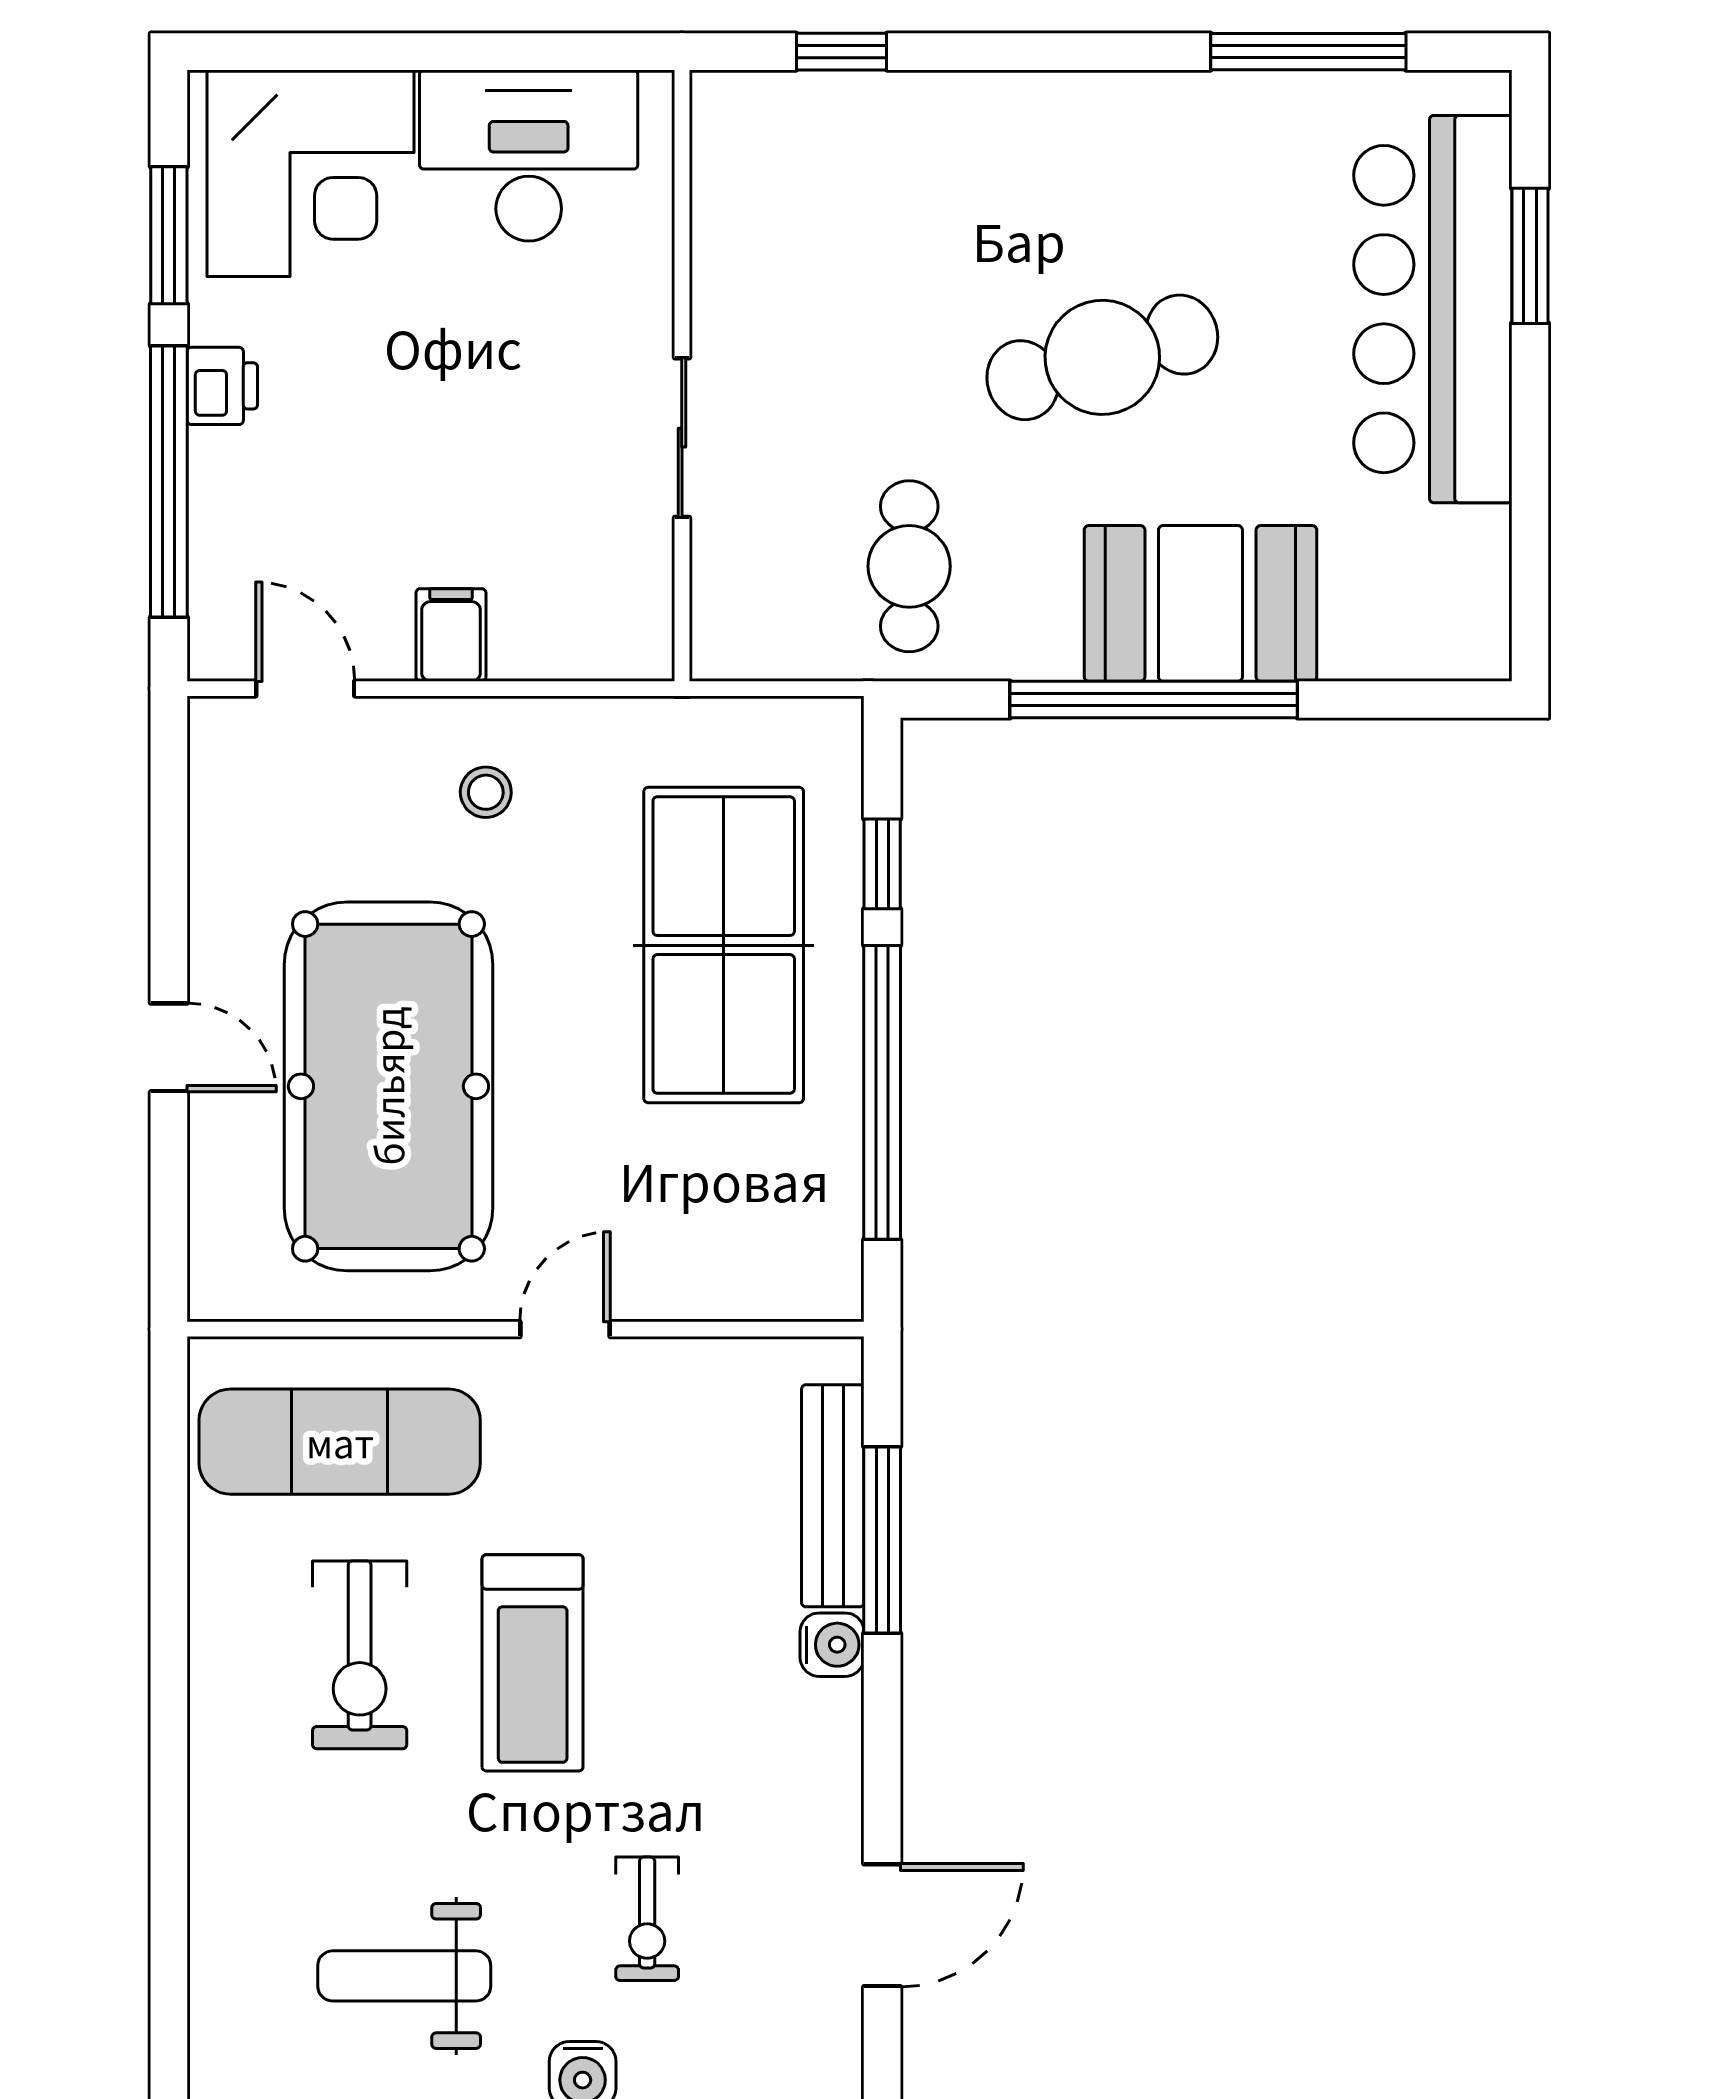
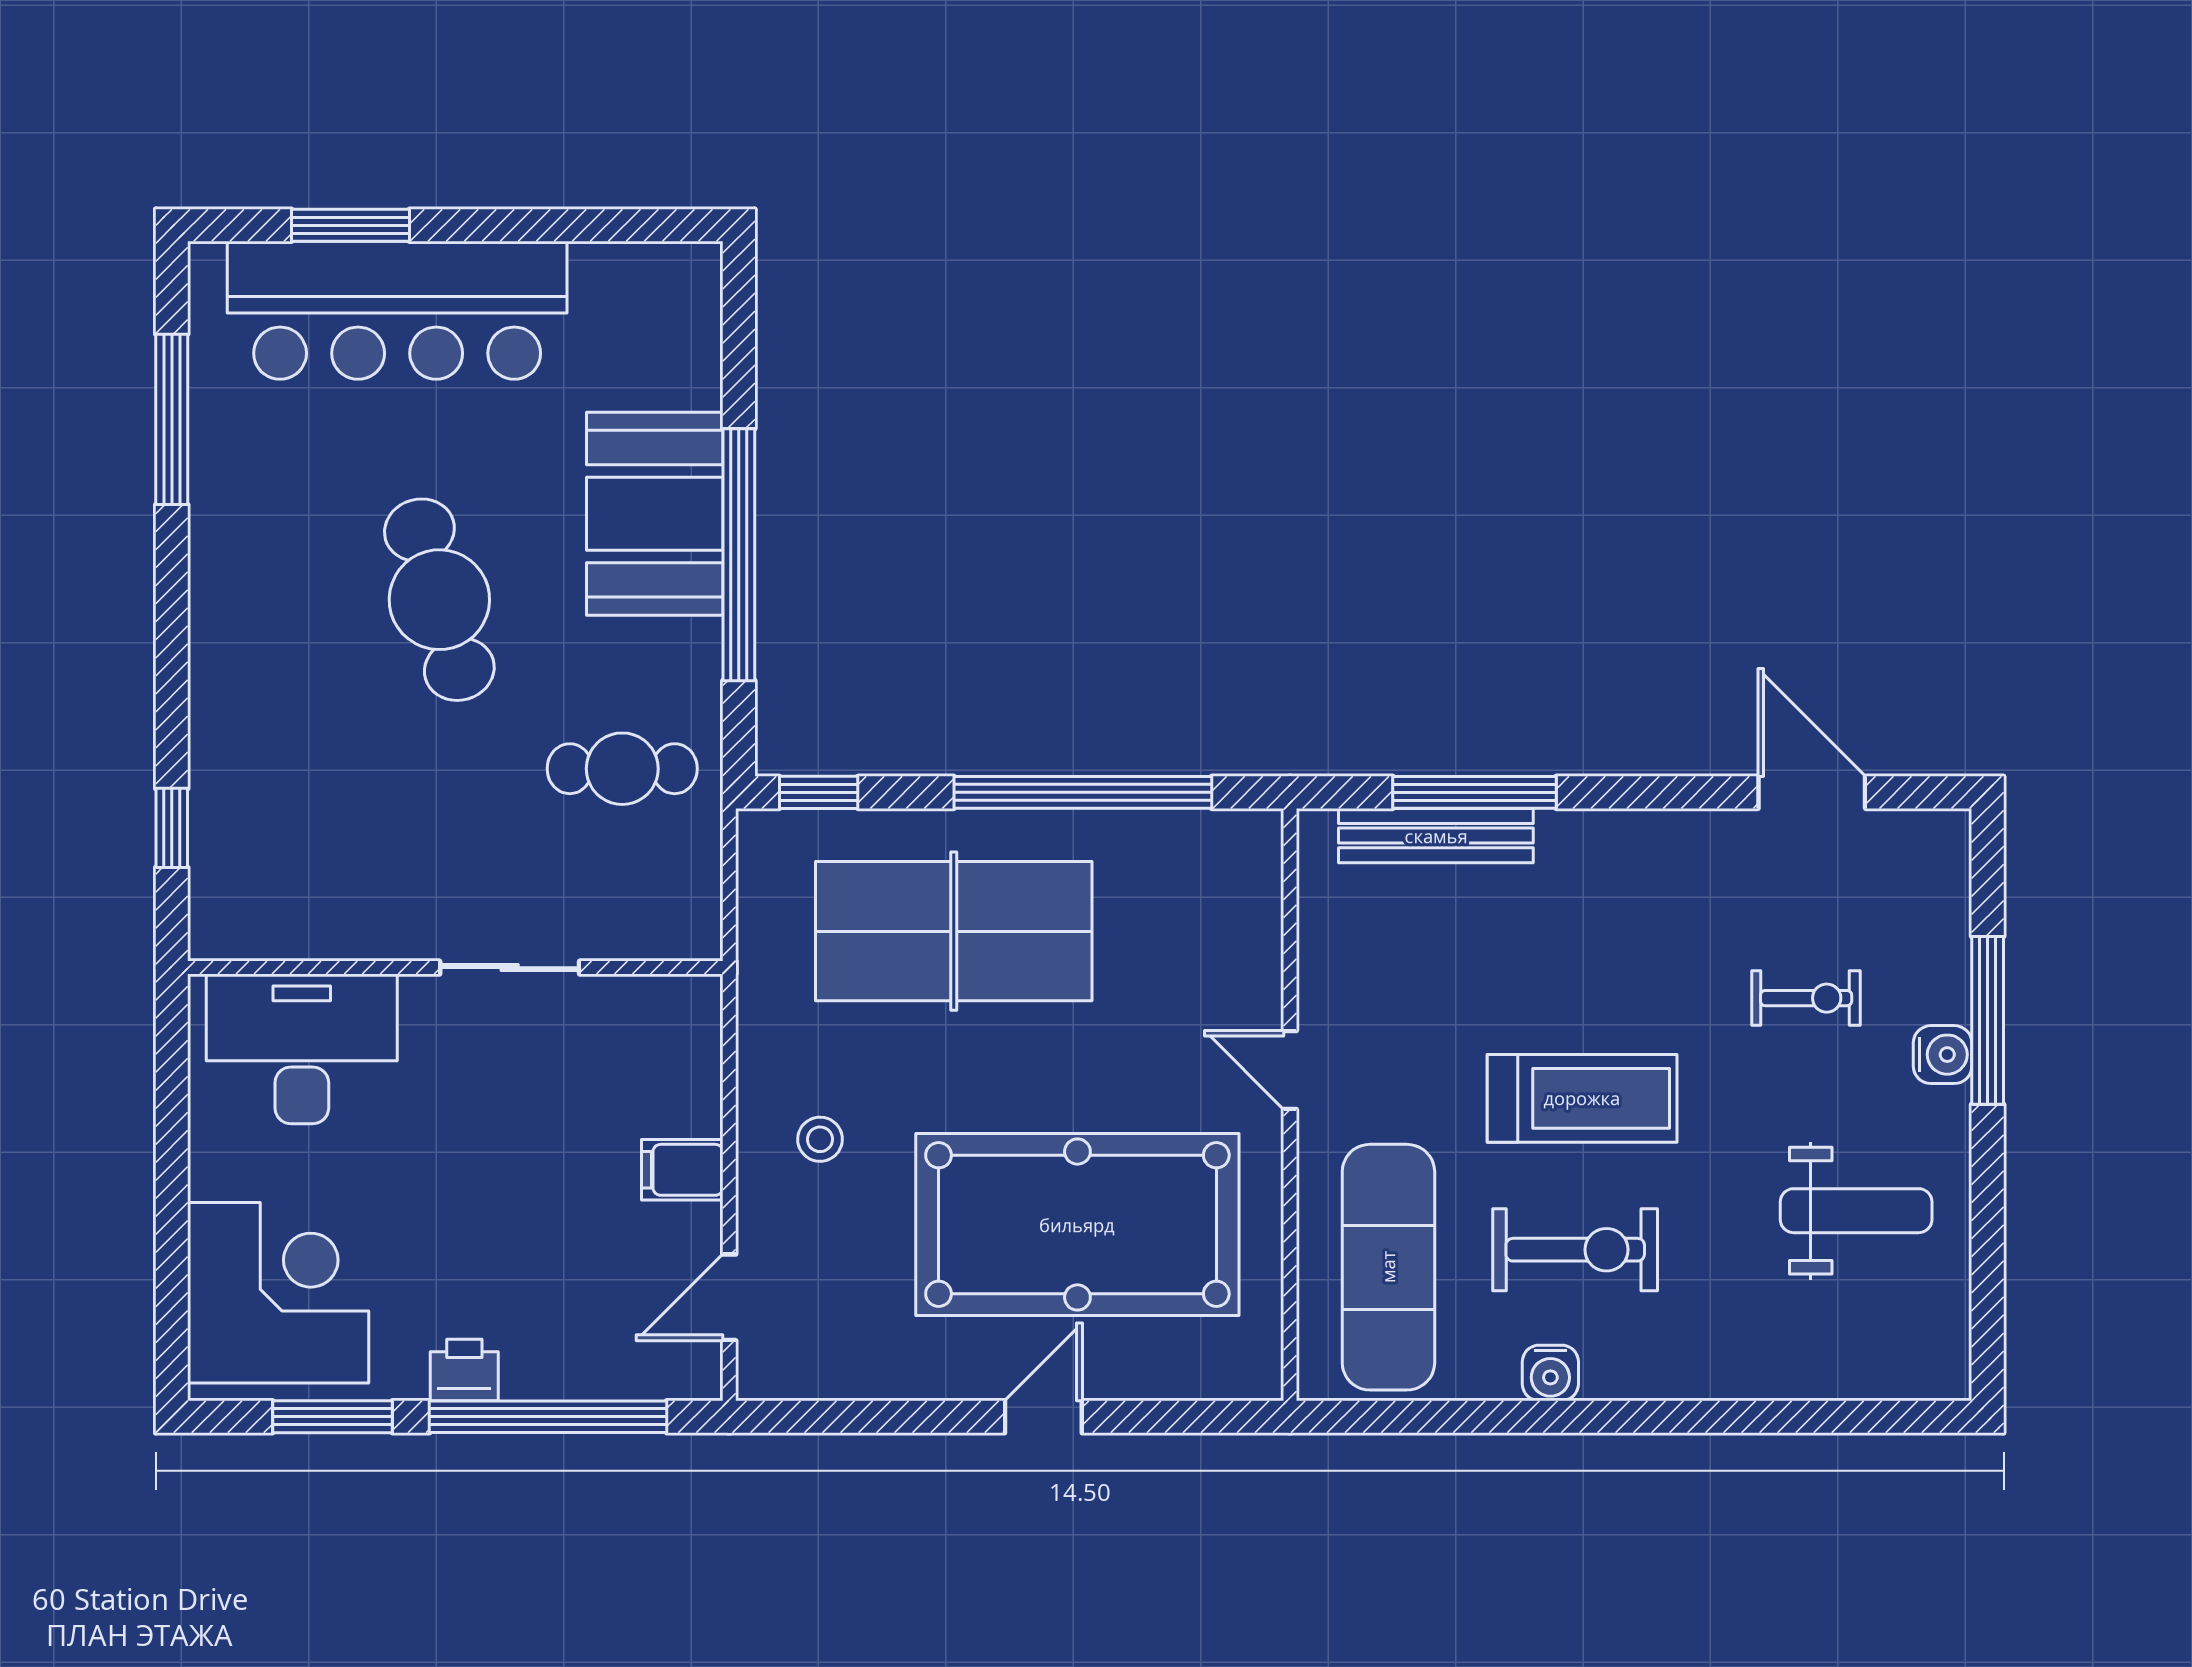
desk: (529, 156) -> (302, 1049), moved, turned 90
window: (882, 864) -> (819, 792), moved
water cooler: (832, 1645) -> (1550, 1373), moved, turned 180
weight bench: (404, 1976) -> (1856, 1211), turned -90

